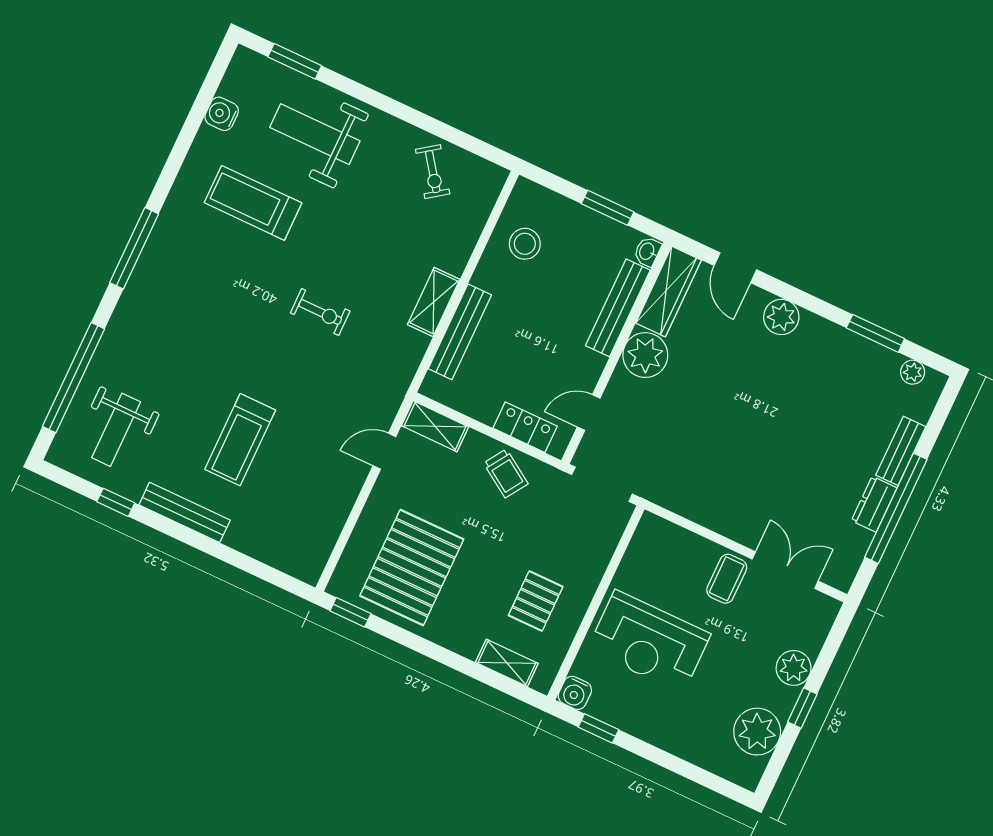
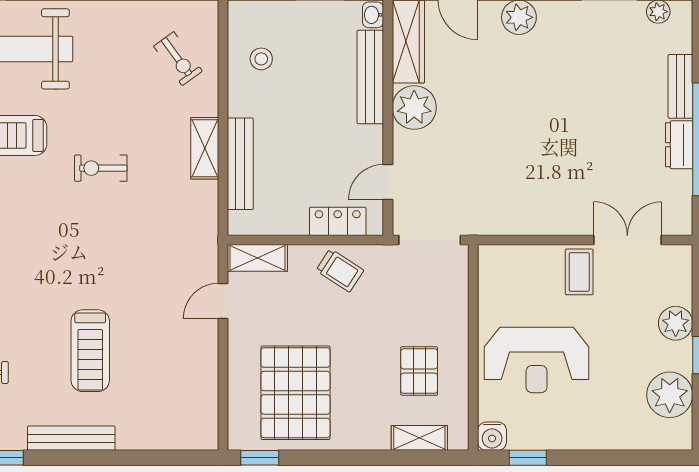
exercise bike: (433, 172) -> (178, 59), moved
stool: (525, 244) -> (261, 59), width x0.73, depth x0.73
exercise bike: (320, 312) -> (101, 168), moved, turned 180

